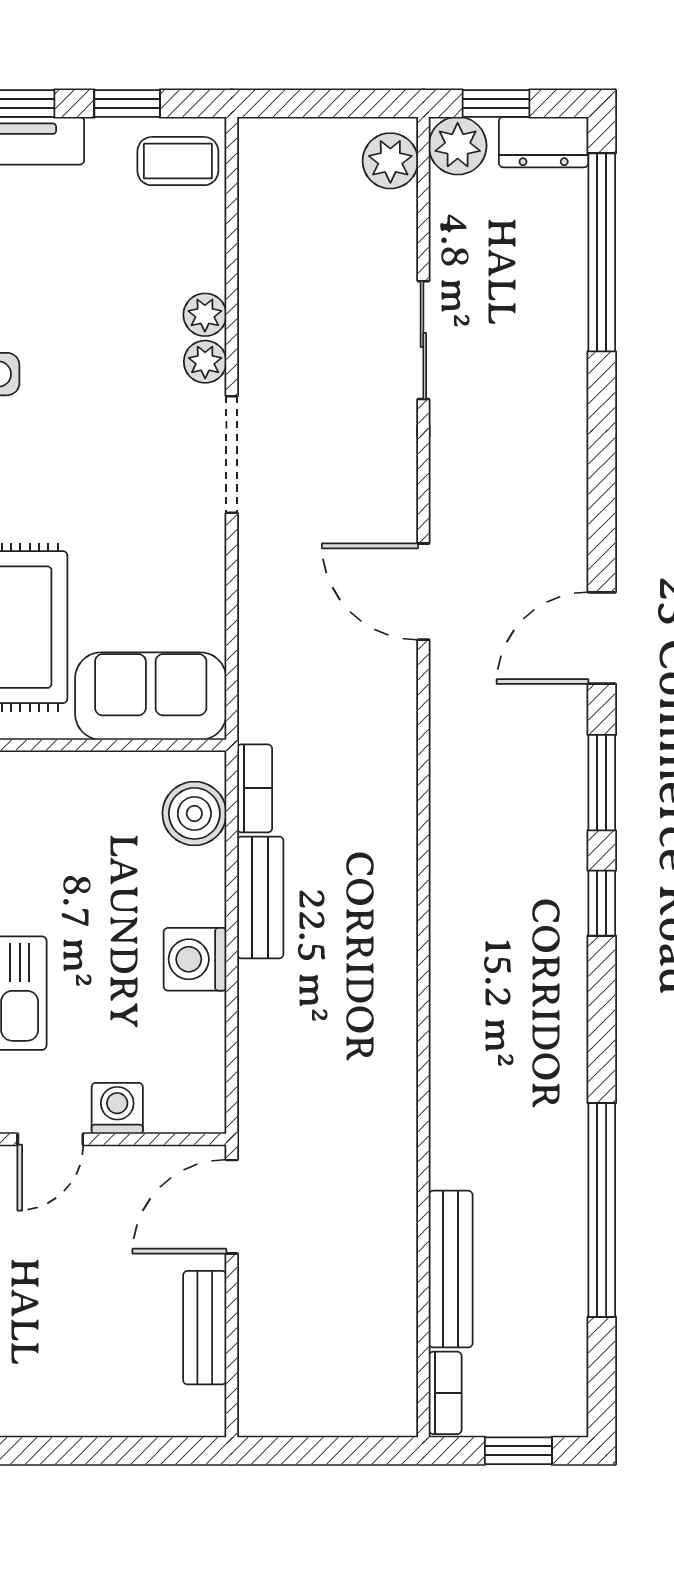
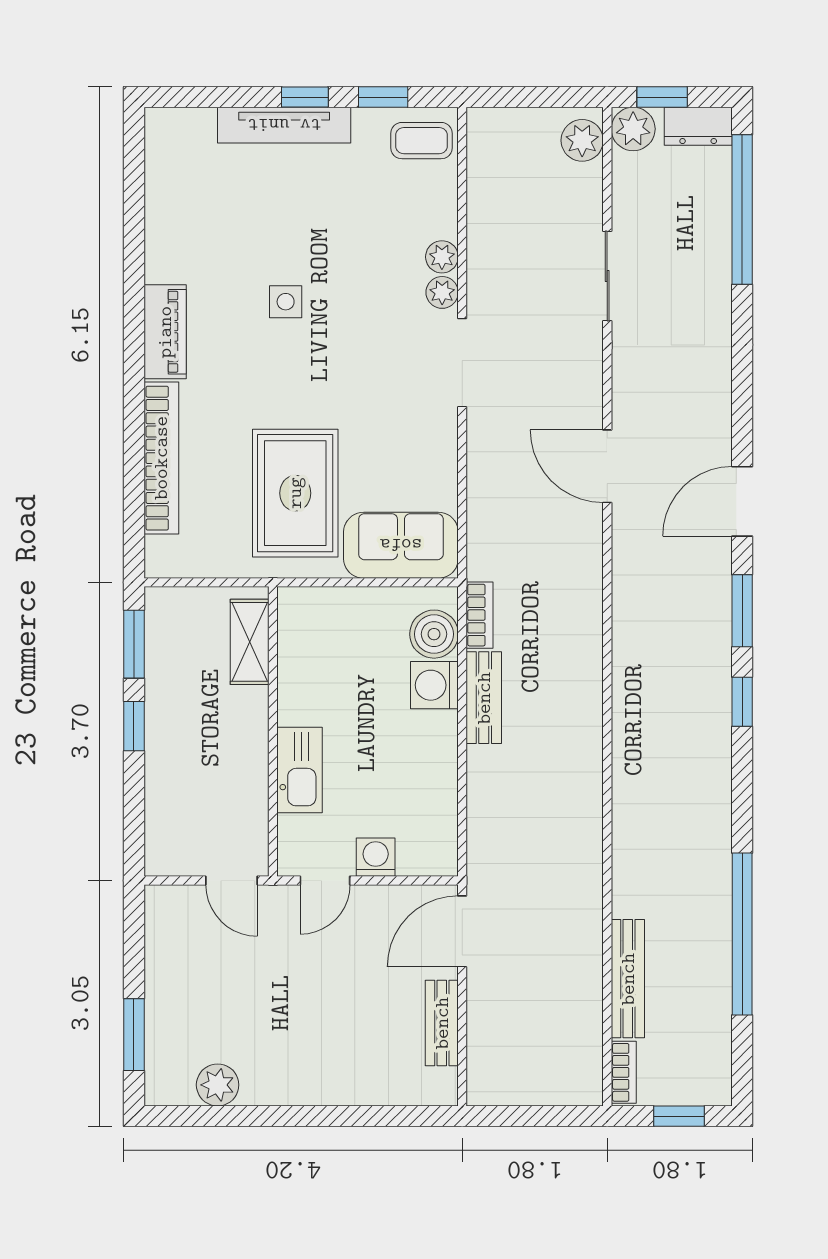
washing machine: (195, 959) -> (434, 685), moved

